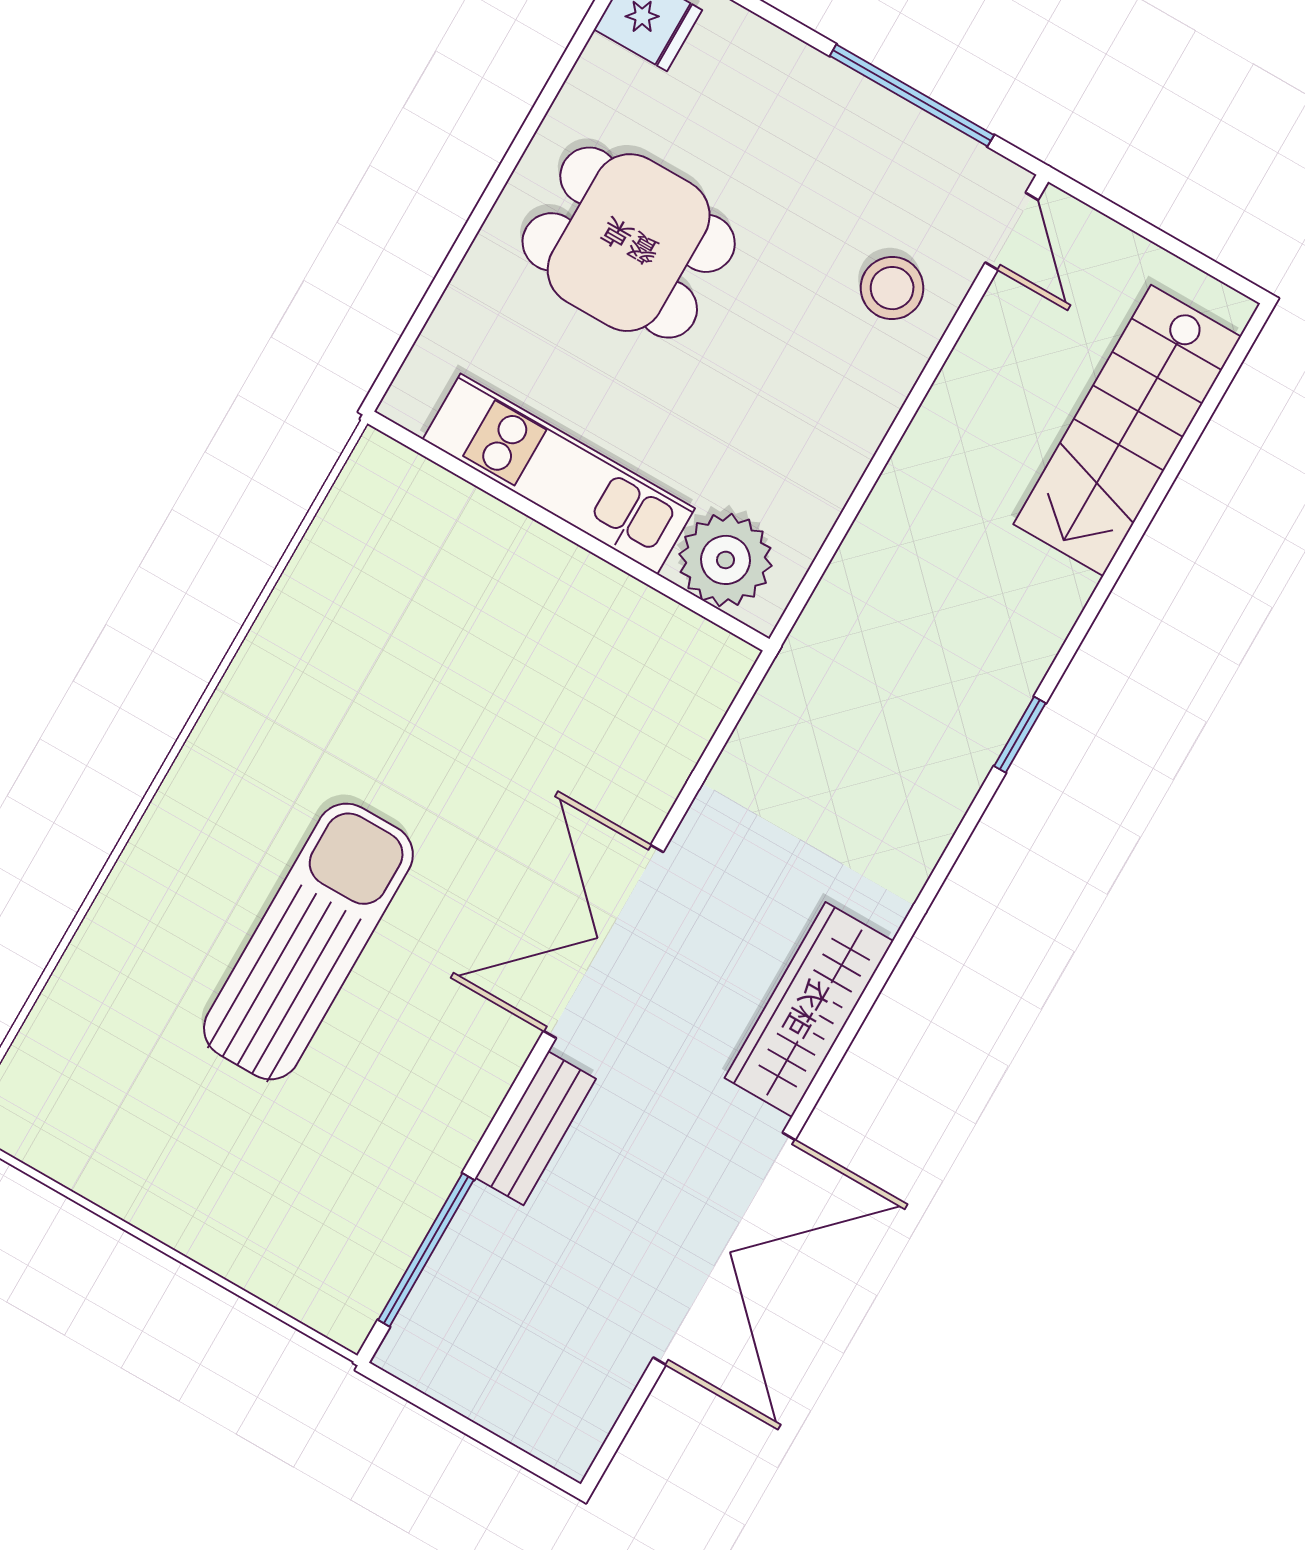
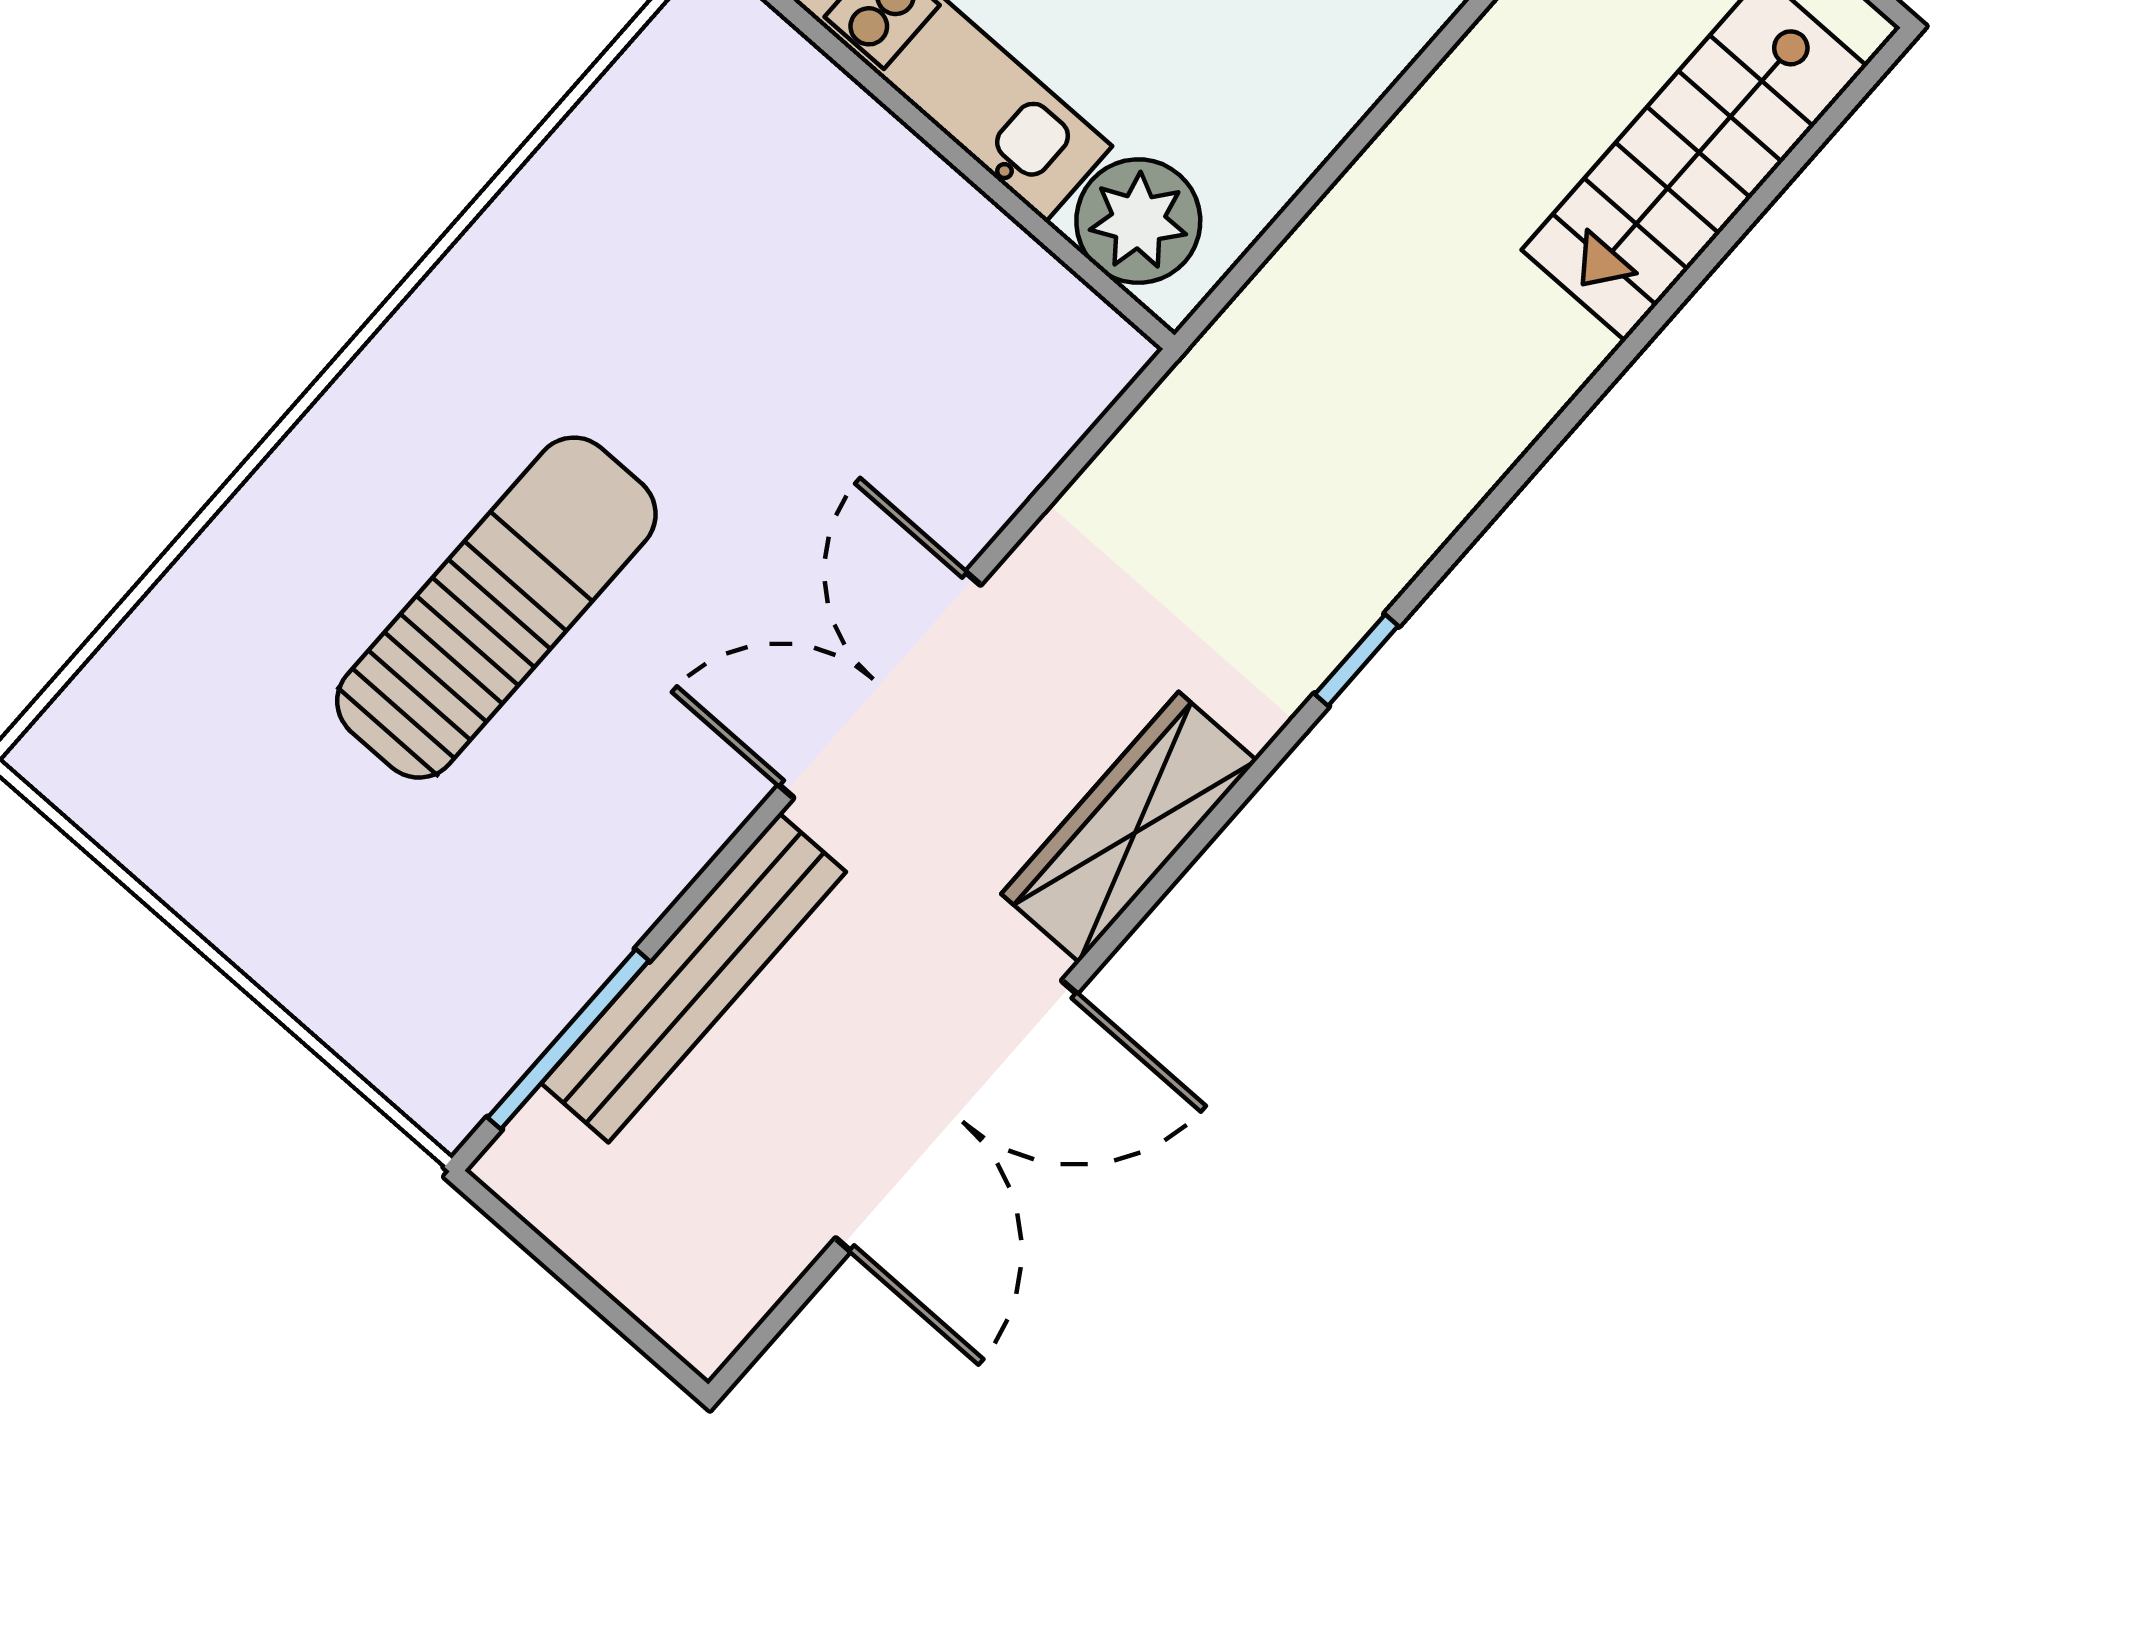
window: (1020, 735) -> (1357, 660), moved
bench: (536, 1128) -> (694, 978), width x1.86, depth x1.21

